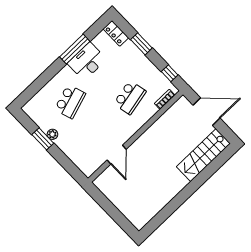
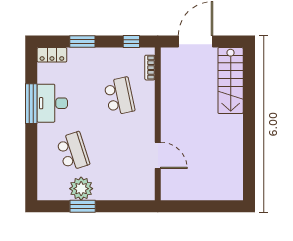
plant: (52, 134) -> (81, 189), width x1.88, depth x1.88

